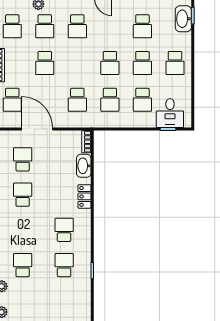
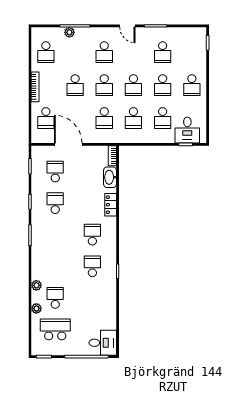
washbasin: (183, 19) -> (199, 45), removed
school desk: (45, 26) -> (104, 85), moved
school desk: (23, 265) -> (55, 298), moved

